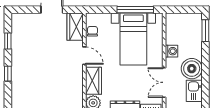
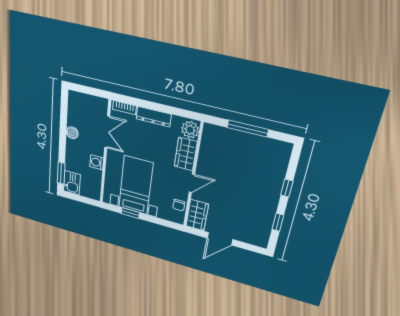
window: (135, 10) -> (130, 213), width x0.46
door: (84, 56) -> (192, 183), swing flipped
boiler: (192, 69) -> (72, 133), width x0.54, depth x0.54
kitchen sink: (194, 91) -> (72, 183), moved

